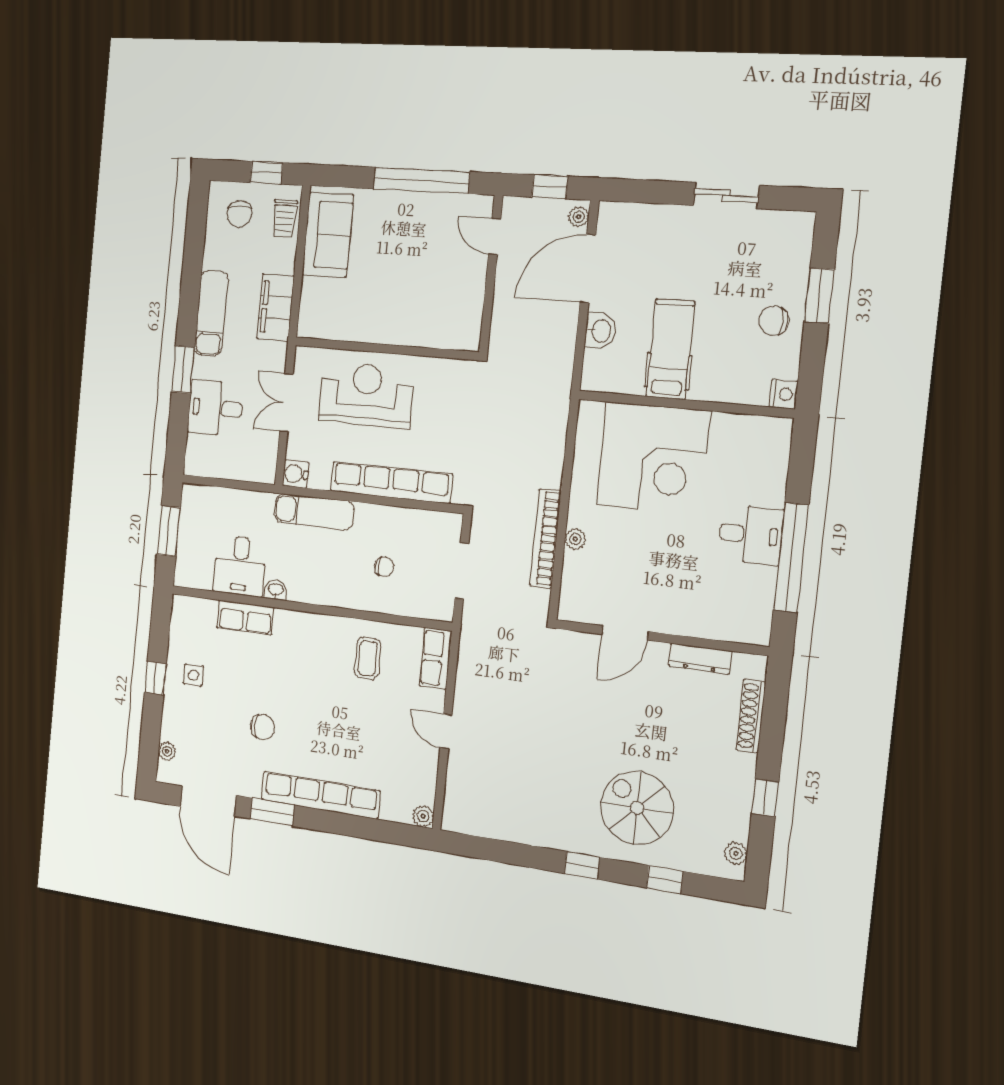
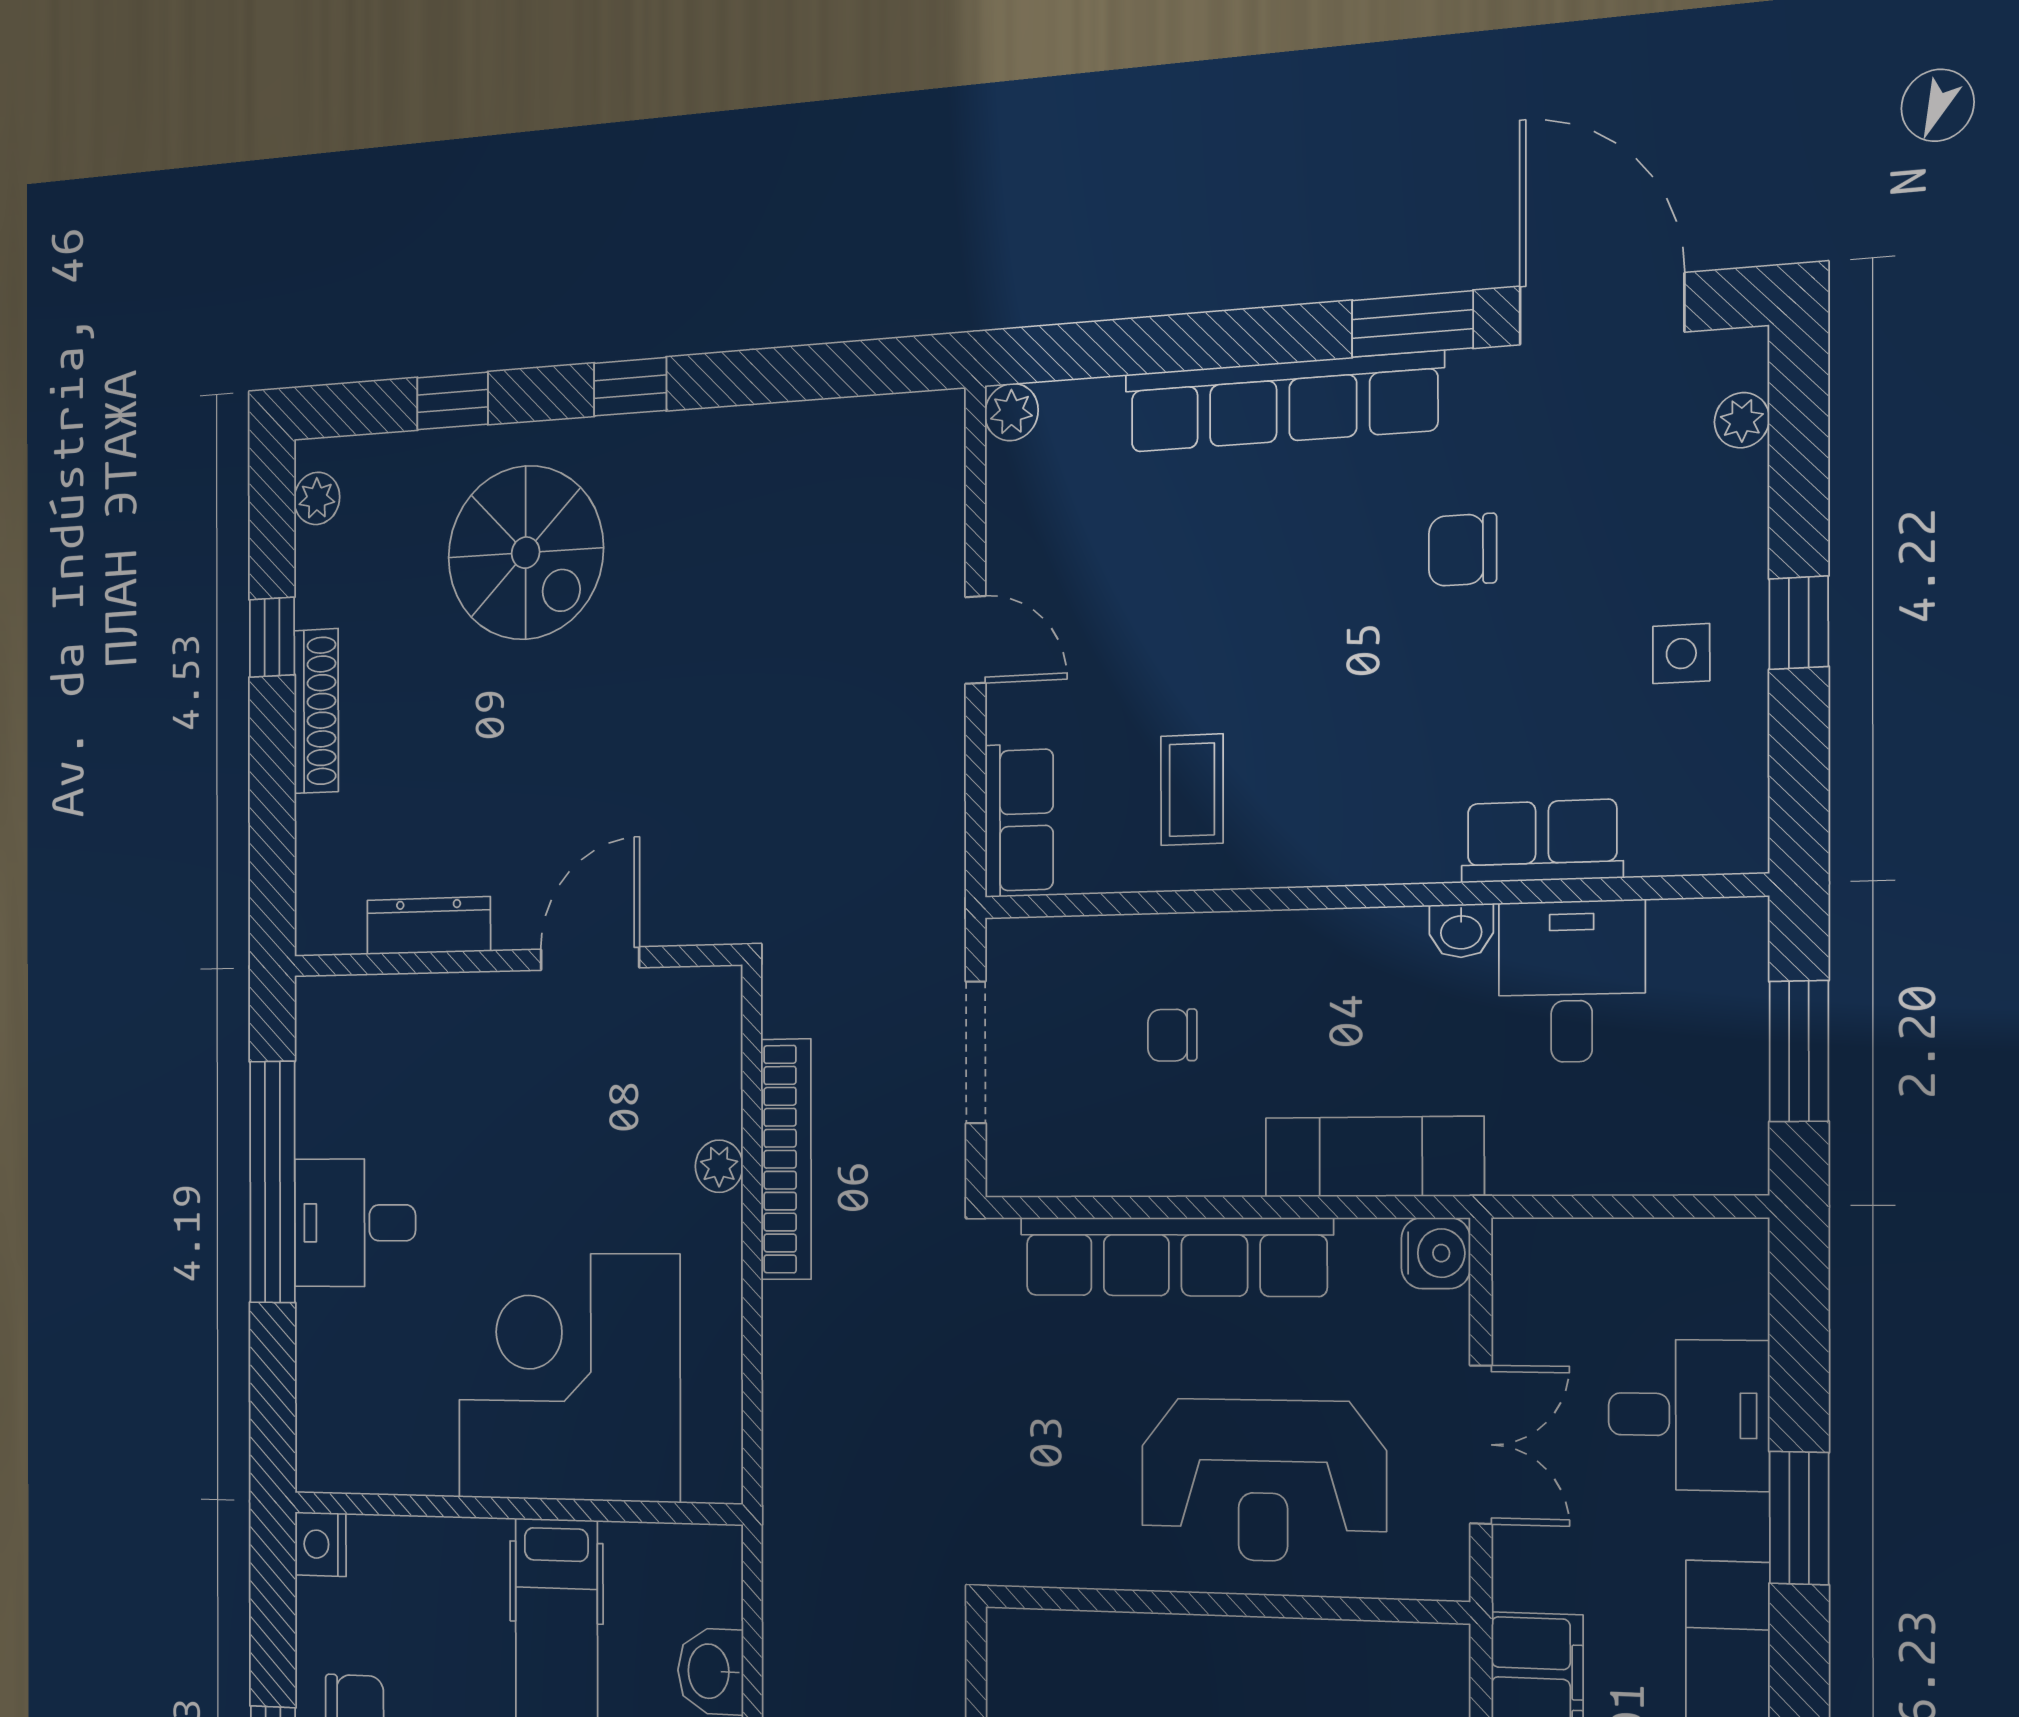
shoe rack: (751, 716) -> (316, 711), moved

